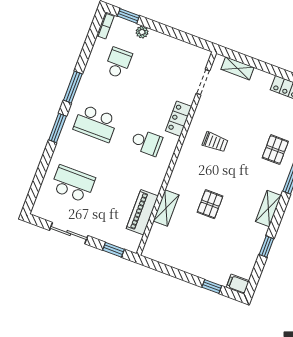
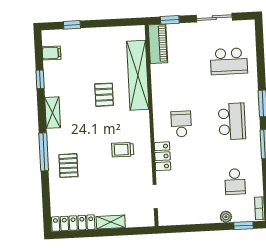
shelving: (238, 68) -> (111, 222), moved
school desk: (96, 123) -> (232, 121), turned 90
school desk: (146, 142) -> (181, 124), turned 90
shelving: (166, 208) -> (138, 75), width x2.20, depth x1.33
piano: (142, 212) -> (158, 44), moved
filing cabinet: (238, 284) -> (52, 53), moved

